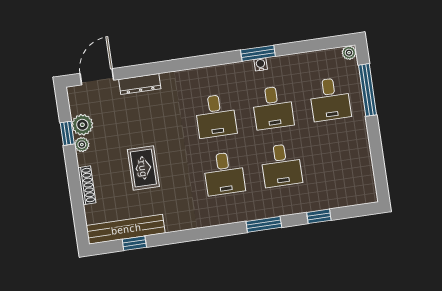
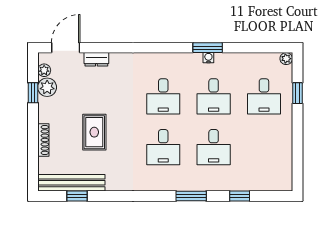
dresser: (140, 84) -> (96, 59), width x0.70
window: (367, 90) -> (297, 93), width x0.46
plant: (82, 145) -> (44, 70), moved

